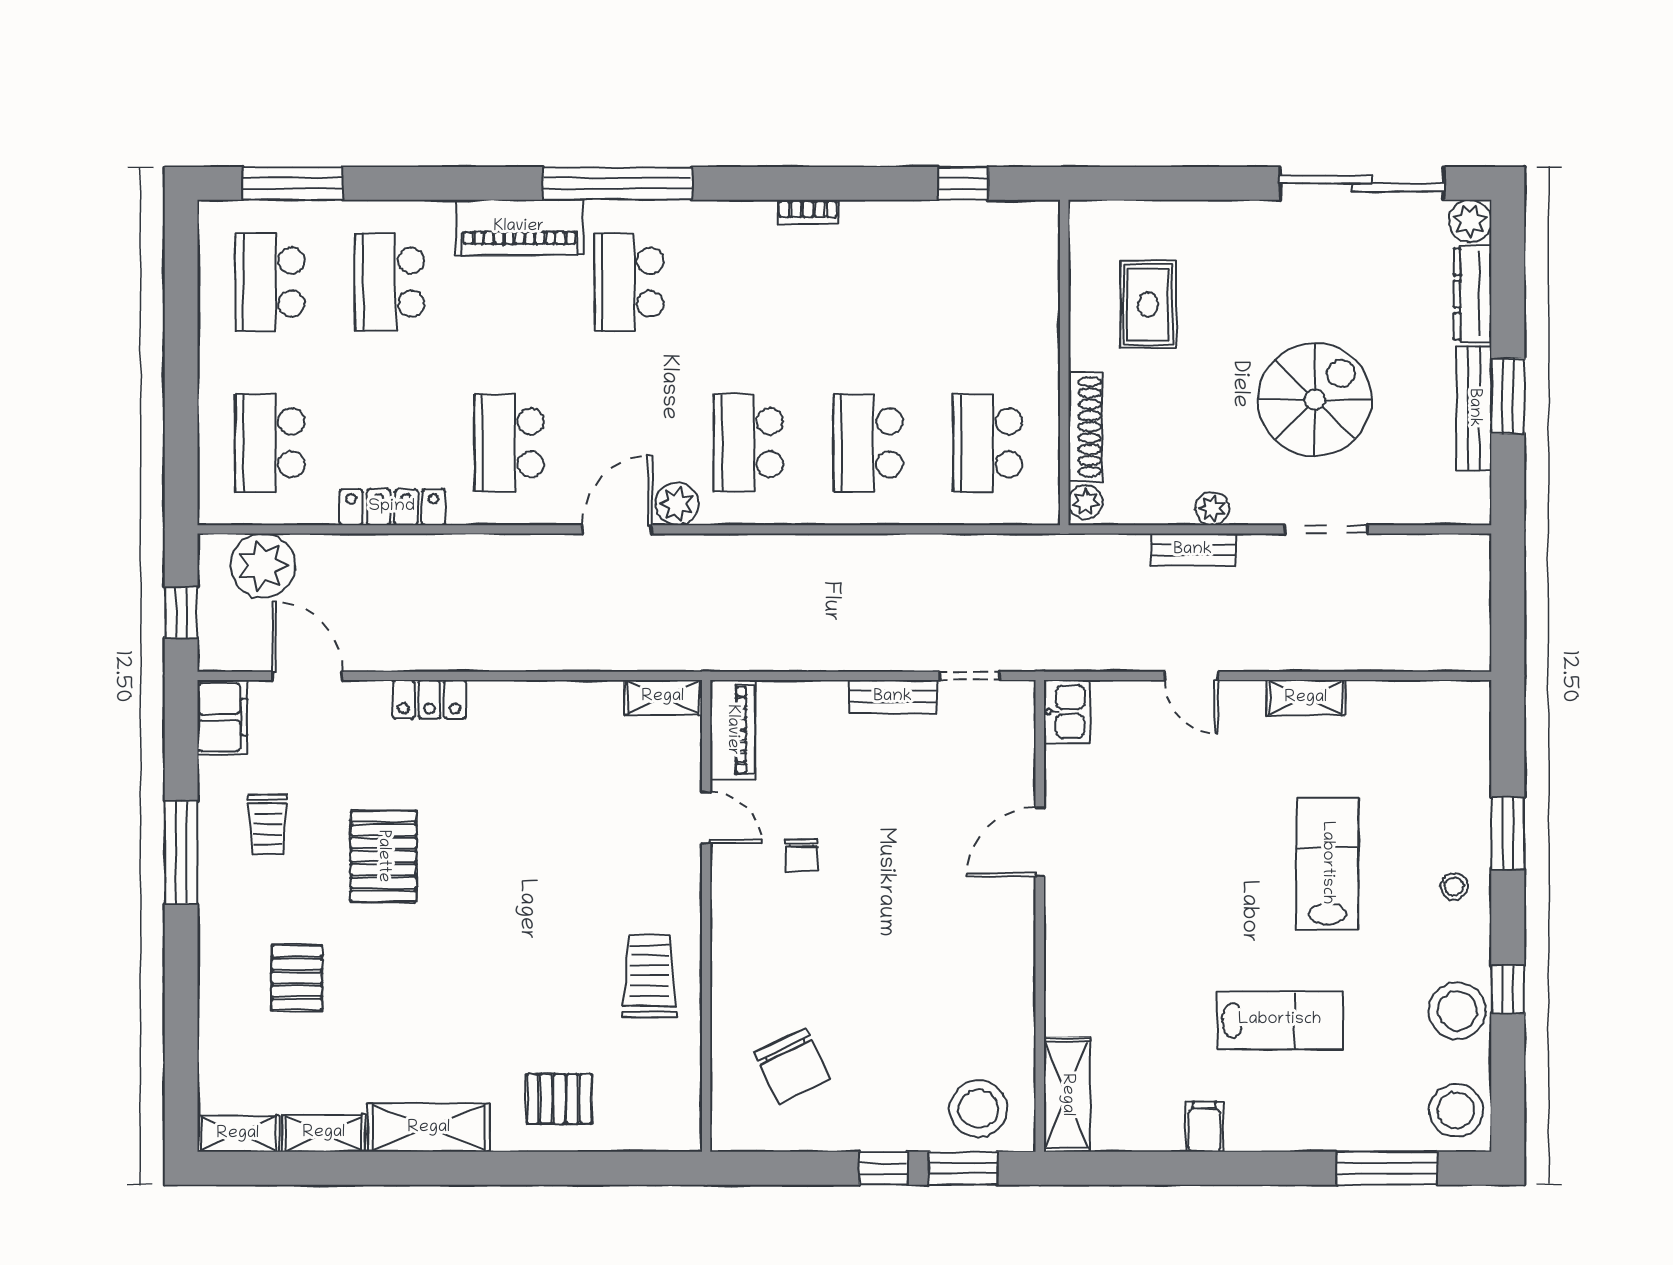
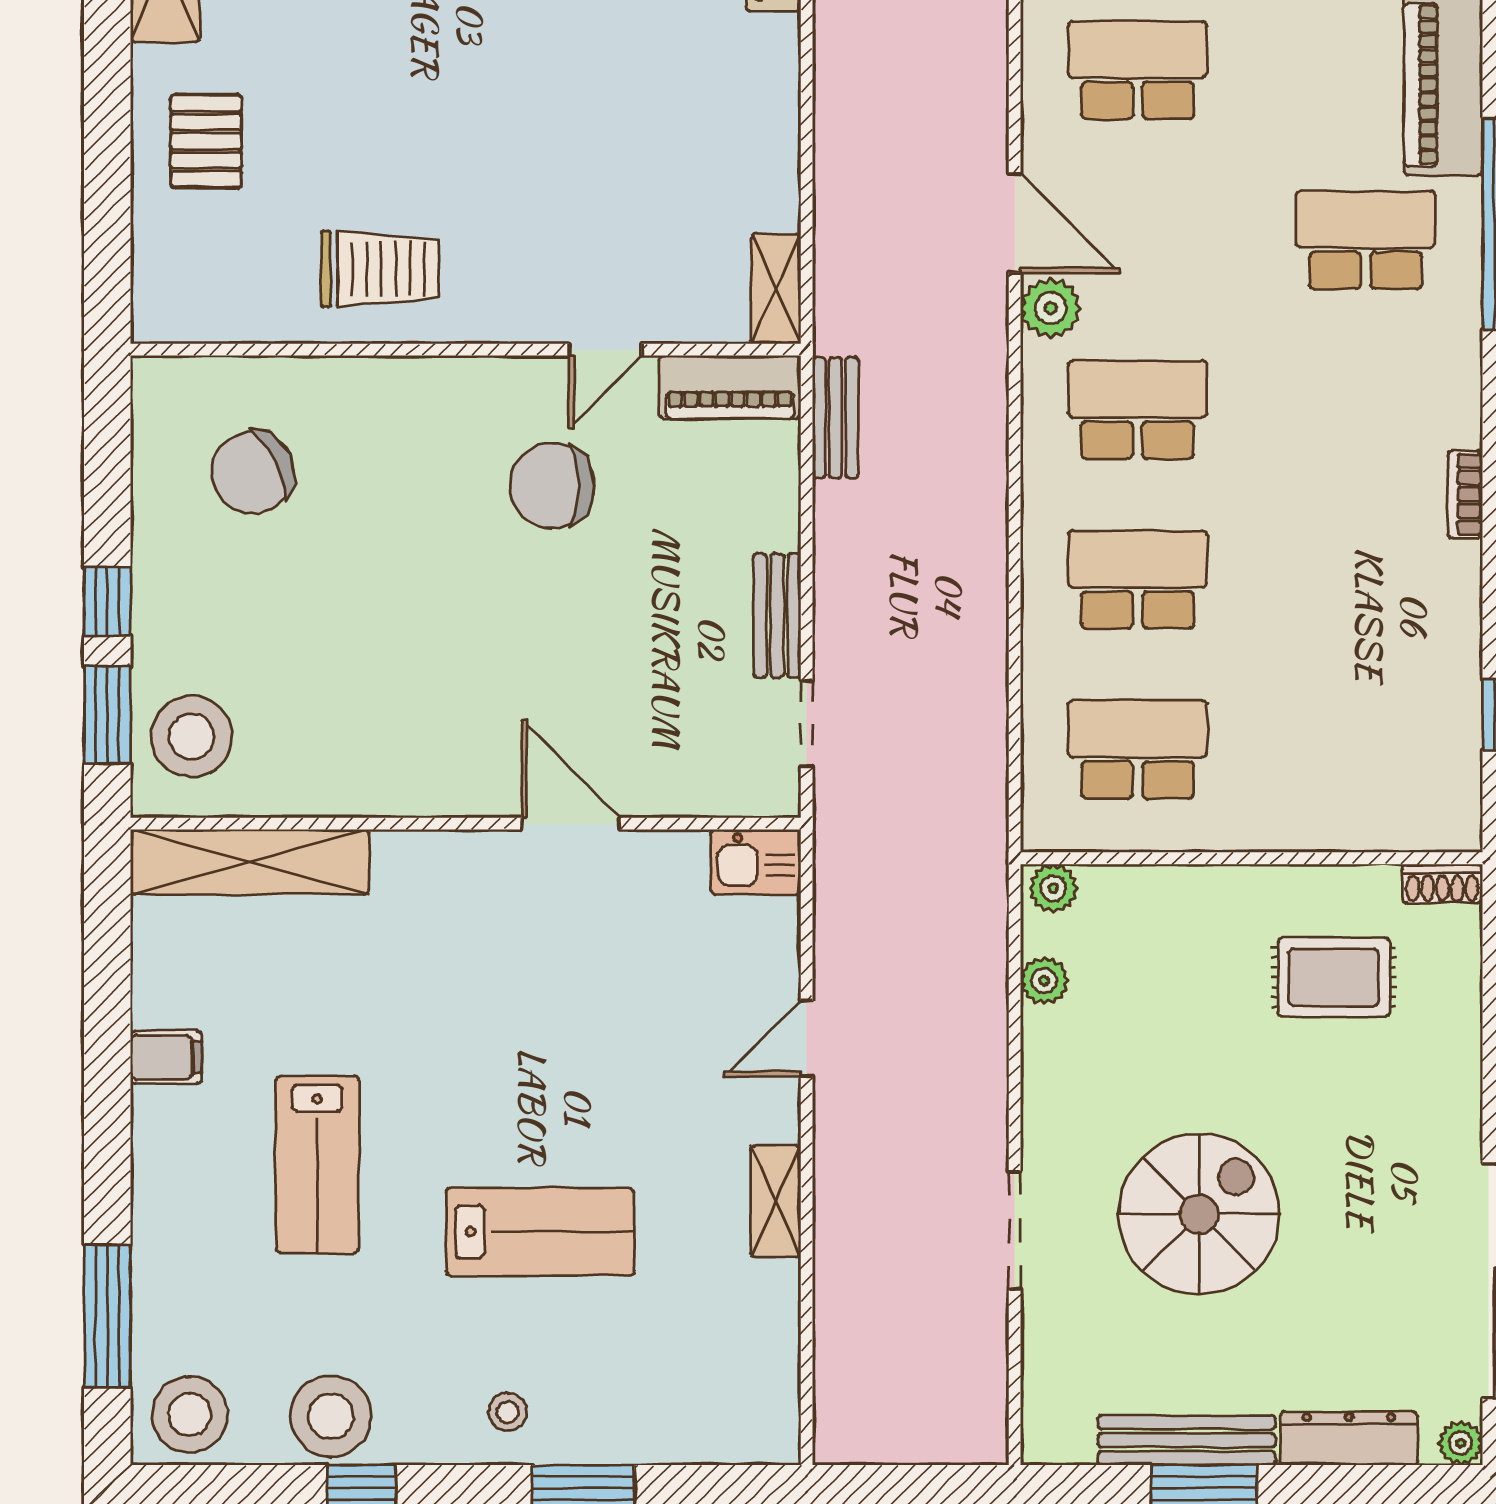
plant: (1470, 221) -> (1461, 1443), width x0.73, depth x0.73
spiral stairs: (1315, 400) -> (1199, 1214), turned -90
shoe rack: (1085, 427) -> (1442, 884), moved, width x0.51, depth x0.81
plant: (1212, 508) -> (1044, 981), moved
bench: (1193, 550) -> (835, 418), moved
chair: (802, 855) -> (552, 486), width x1.87, depth x1.87
shelving: (1067, 1095) -> (250, 862), width x1.47

